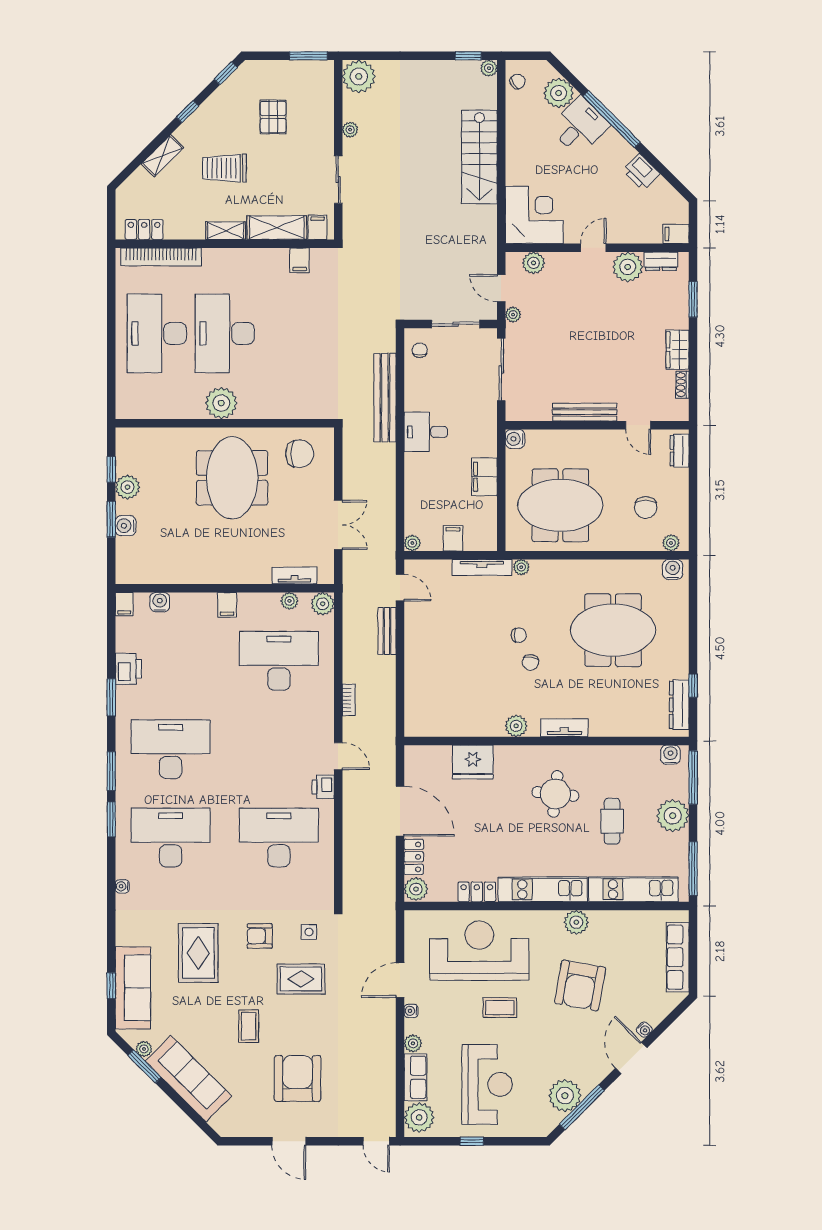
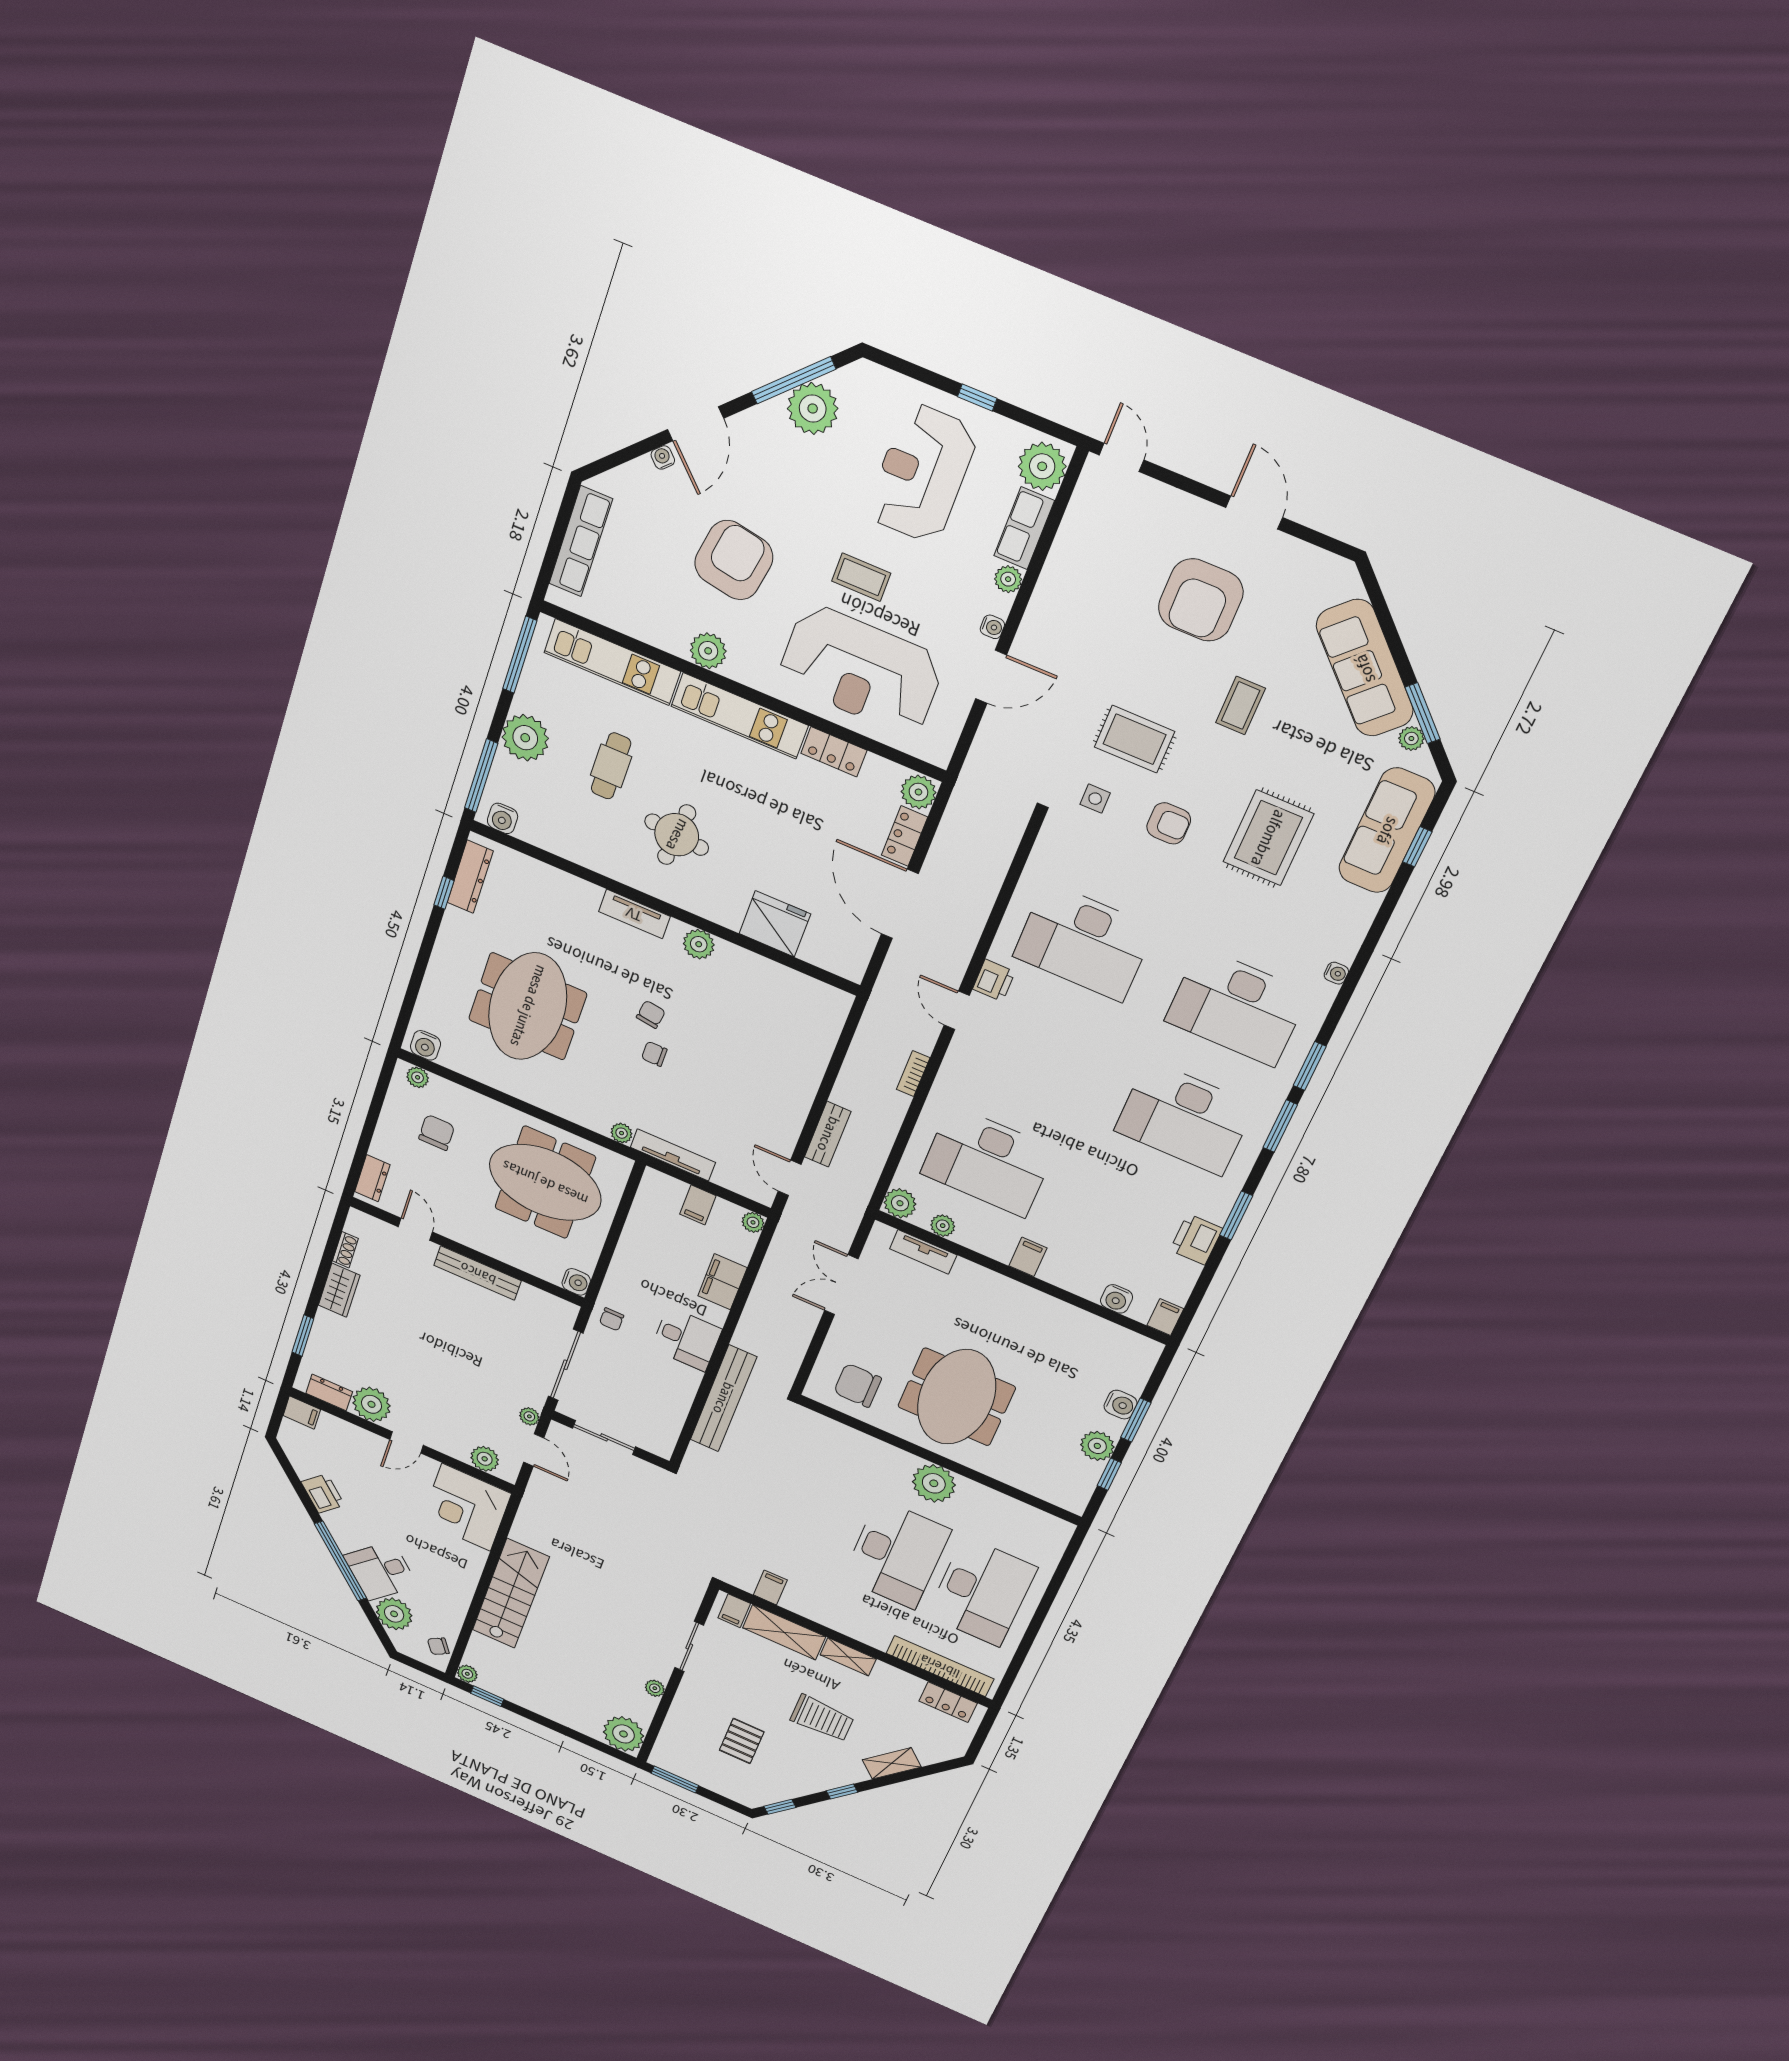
chair: (420, 350) -> (612, 1319), moved
filing cabinet: (484, 477) -> (722, 1282), moved, turned 180
meeting table: (613, 630) -> (528, 1006), turned 90

